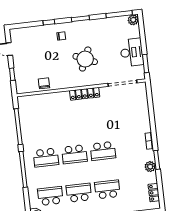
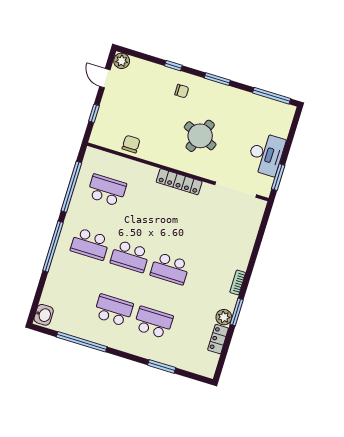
plant: (133, 20) -> (122, 61), moved
locker: (154, 193) -> (218, 339), moved
school desk: (50, 196) -> (107, 190), moved

